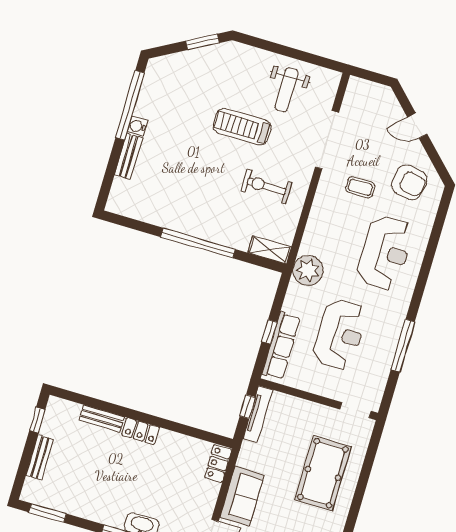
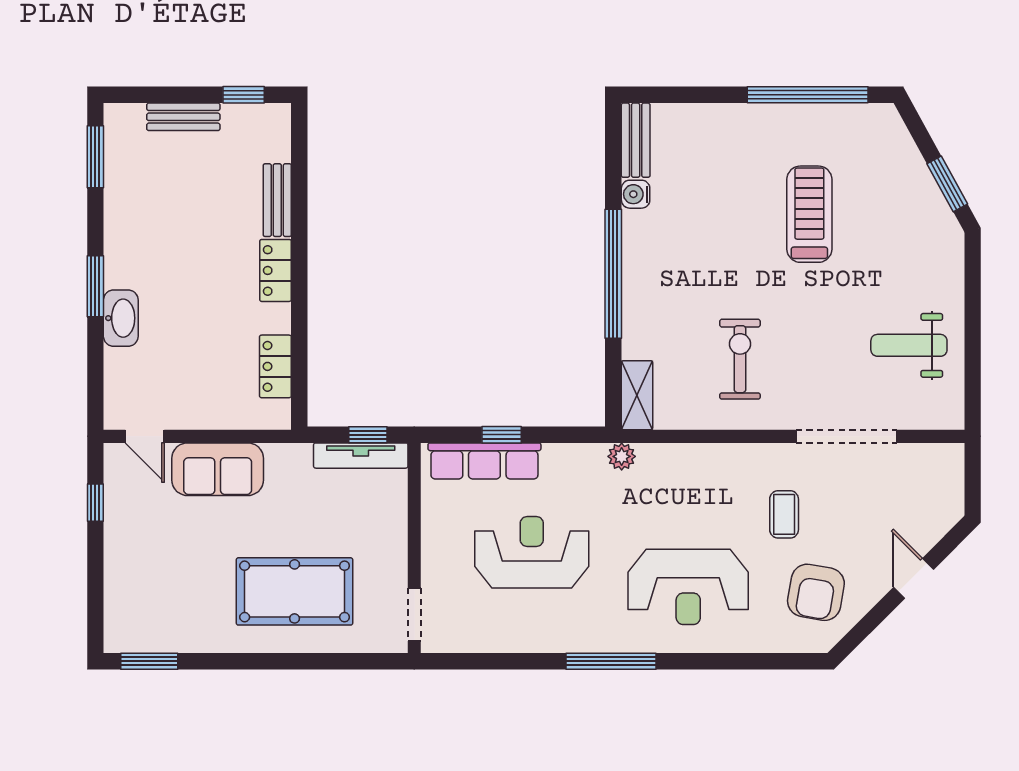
water cooler: (137, 126) -> (636, 194), moved, turned -90
treadmill: (242, 127) -> (809, 214), moved
bench: (128, 156) -> (636, 140), moved, turned 90
plant: (308, 270) -> (622, 456), width x0.53, depth x0.53
reception desk: (340, 334) -> (532, 552), turned 180
window: (403, 346) -> (611, 661), moved
locker: (218, 463) -> (275, 366), moved, turned -90

